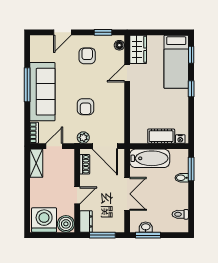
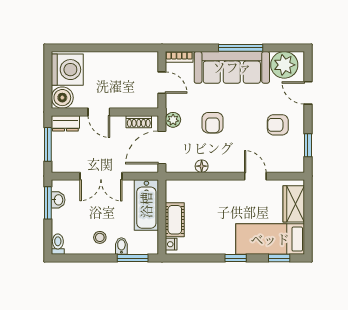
floor lamp: (119, 45) -> (202, 166), moved
wardrobe: (138, 49) -> (294, 204), moved, turned 90
plant: (40, 51) -> (284, 65), added
armchair: (87, 56) -> (278, 125), turned 180
armchair: (86, 107) -> (212, 123), turned -90
shelving: (36, 163) -> (140, 60), removed
stool: (175, 195) -> (100, 237), added
toilet: (180, 214) -> (58, 244), moved

